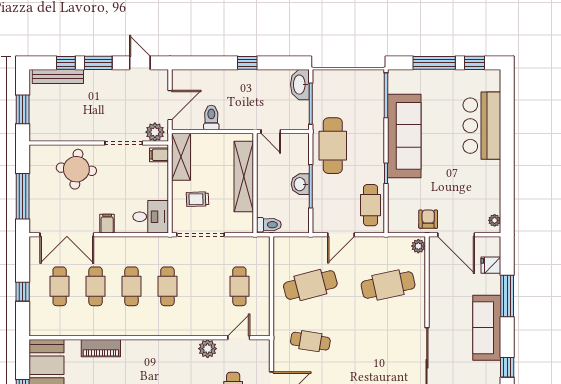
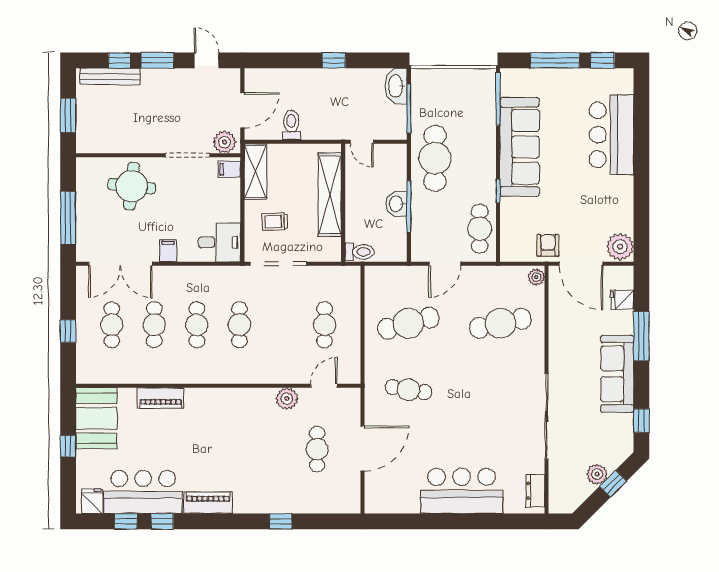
plant: (495, 220) -> (620, 247), width x1.87, depth x1.87

